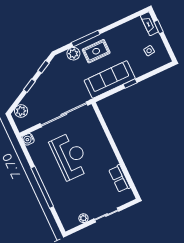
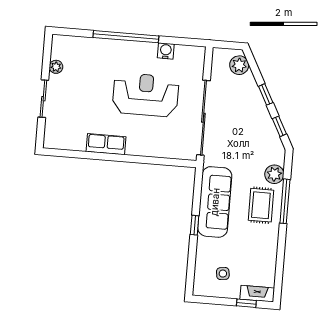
water cooler: (28, 139) -> (166, 51), moved
reception desk: (70, 156) -> (146, 95), turned 180
row of seats: (119, 179) -> (106, 144), moved

